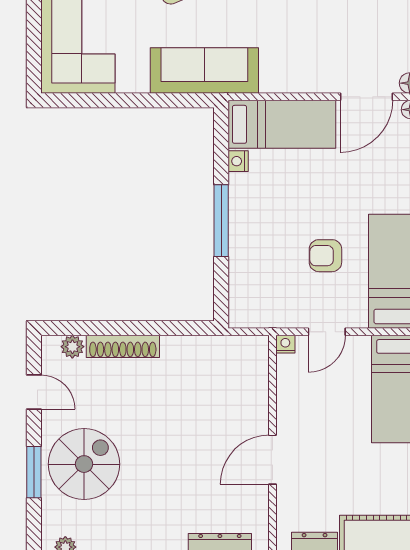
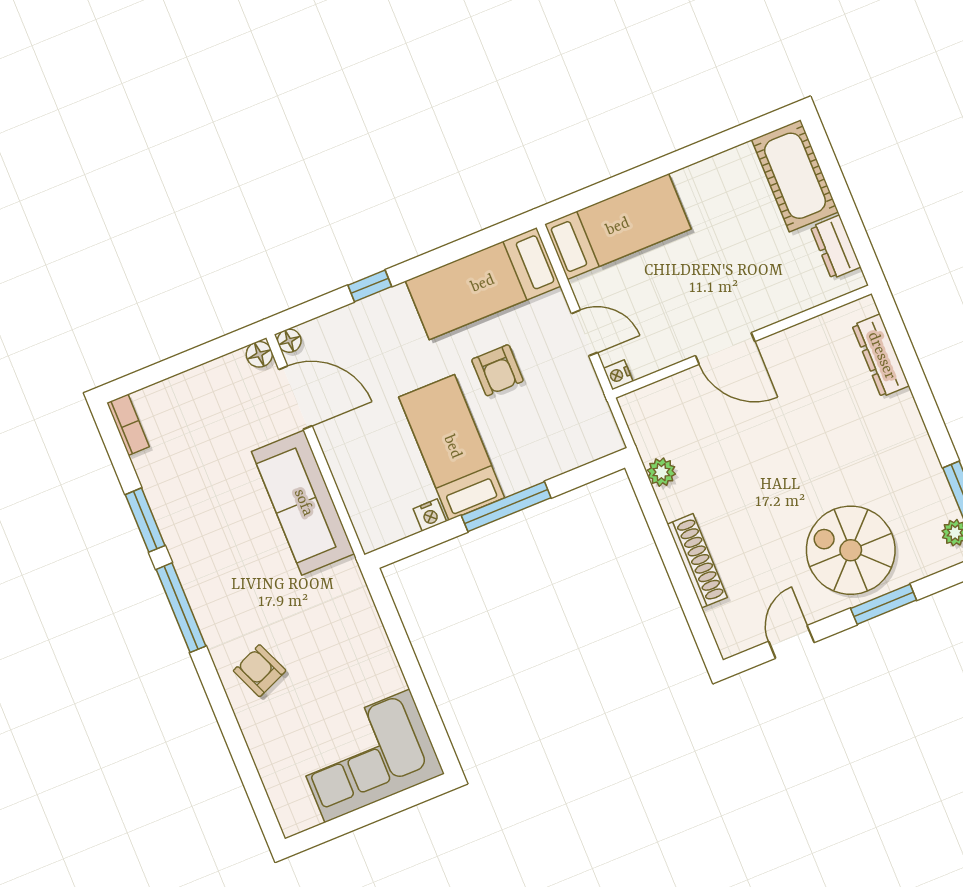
sofa: (204, 71) -> (303, 503), moved
bed: (282, 124) -> (452, 447), moved
plant: (72, 347) -> (661, 472), moved
door: (272, 460) -> (725, 349), moved

